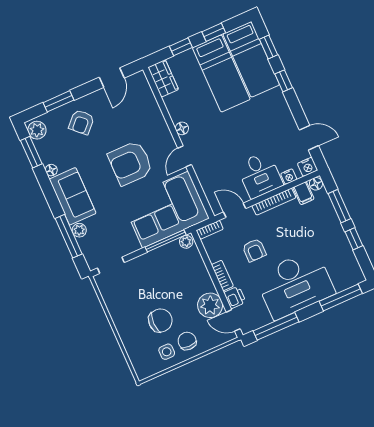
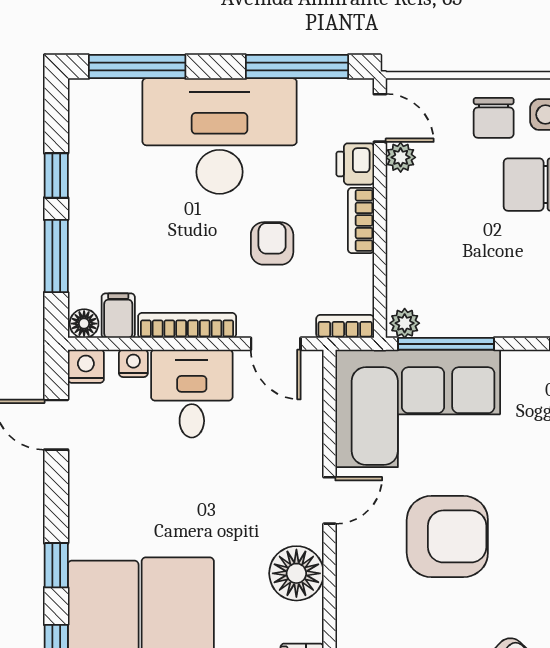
floor lamp: (182, 128) -> (296, 573), width x1.89, depth x1.89
plant: (210, 305) -> (401, 157), width x0.53, depth x0.53

